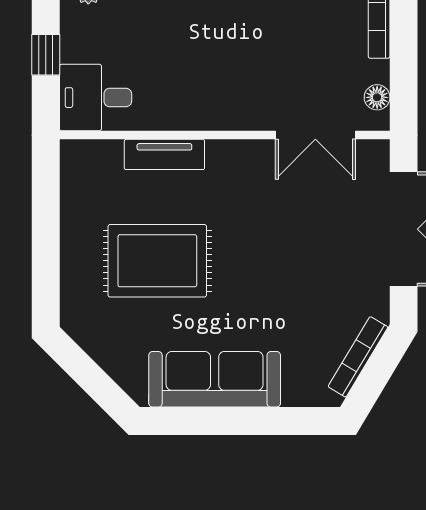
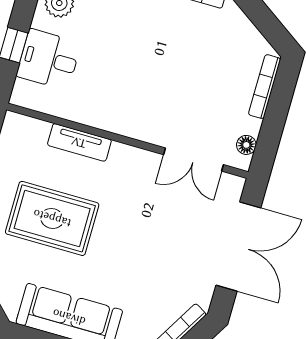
desk: (96, 98) -> (49, 59), moved

